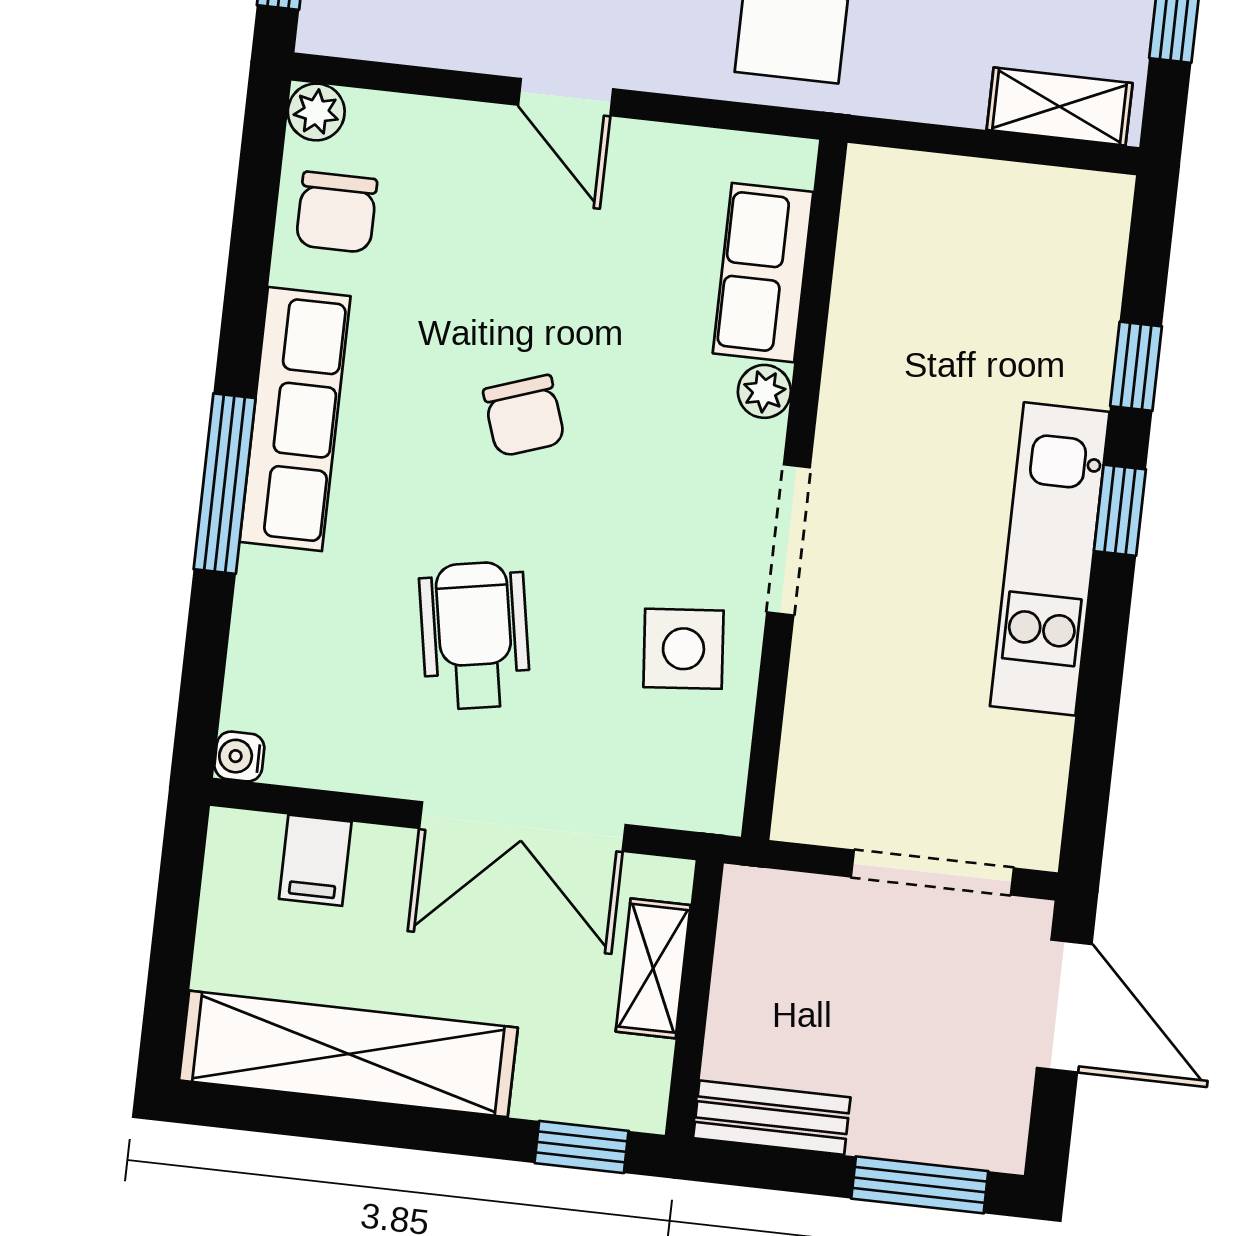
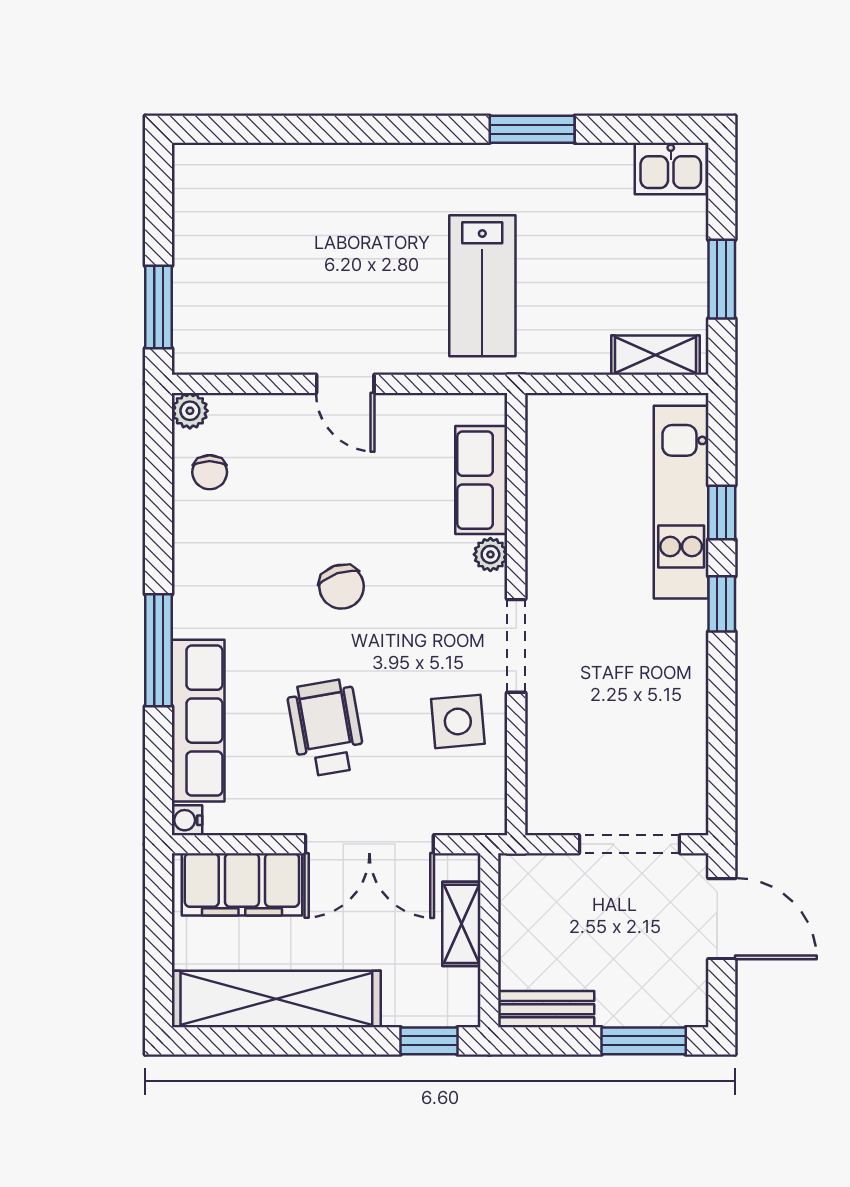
chair: (336, 212) -> (210, 472), width x0.73, depth x0.73
row of seats: (295, 419) -> (198, 721), moved
kitchen unit: (1050, 559) -> (681, 502), moved
filing cabinet: (315, 860) -> (242, 884), width x3.00, depth x1.17

